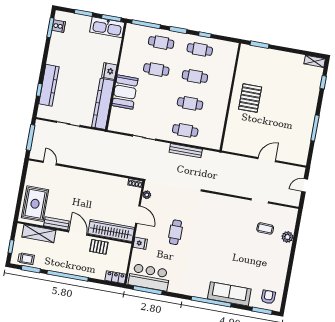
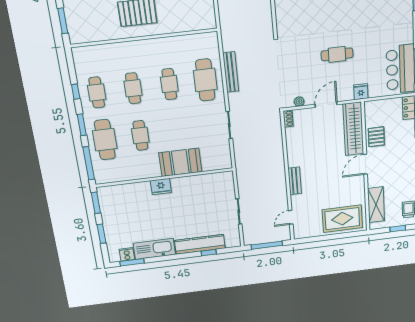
kitchen sink: (107, 27) -> (154, 249), moved, turned -90
cafe table: (161, 43) -> (105, 140), width x1.37, depth x1.35
kitchen counter: (103, 104) -> (203, 182), removed
cafe table: (185, 130) -> (205, 80), width x1.37, depth x1.35
bench: (56, 223) -> (295, 181), moved

